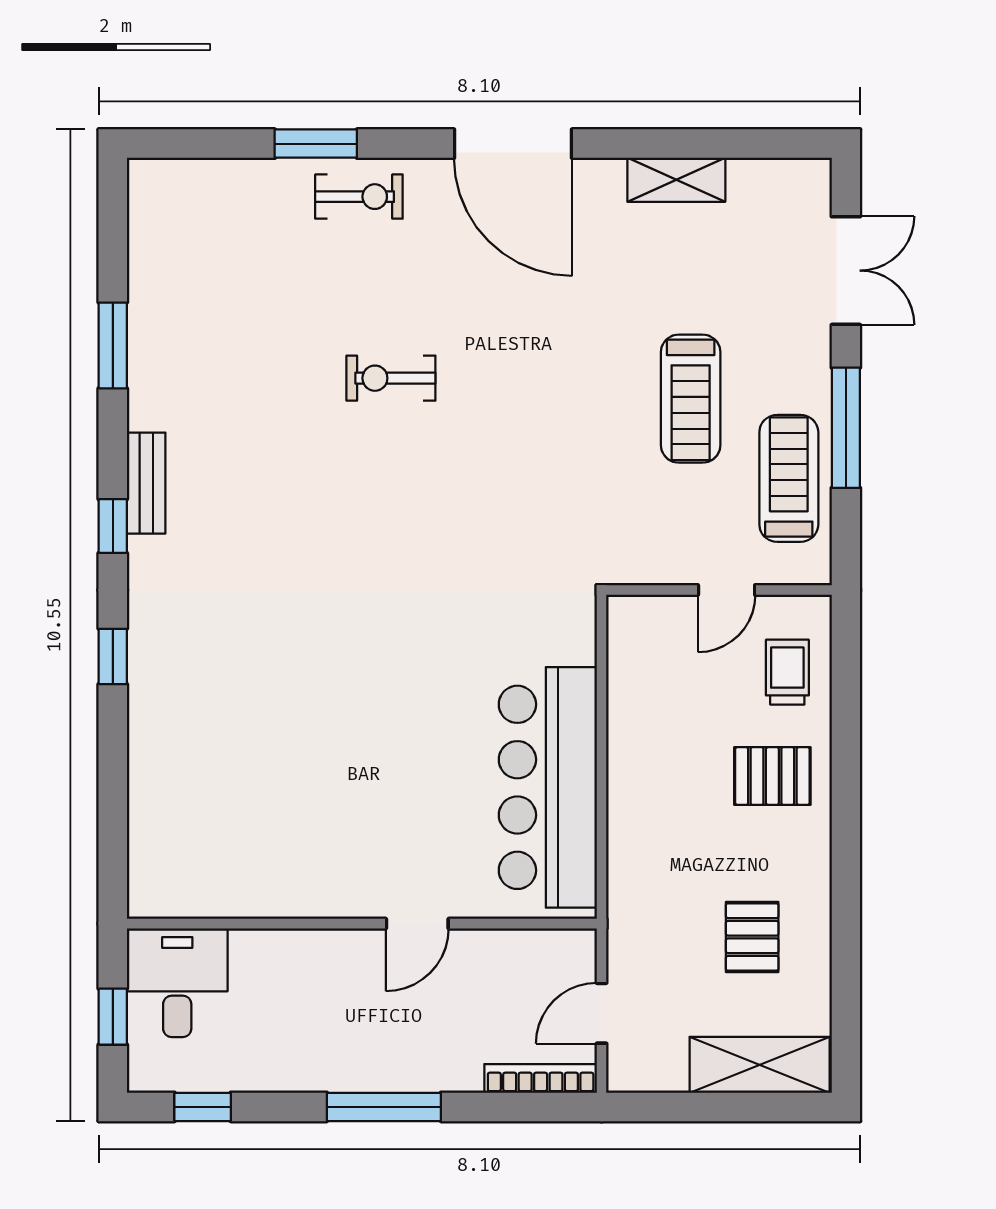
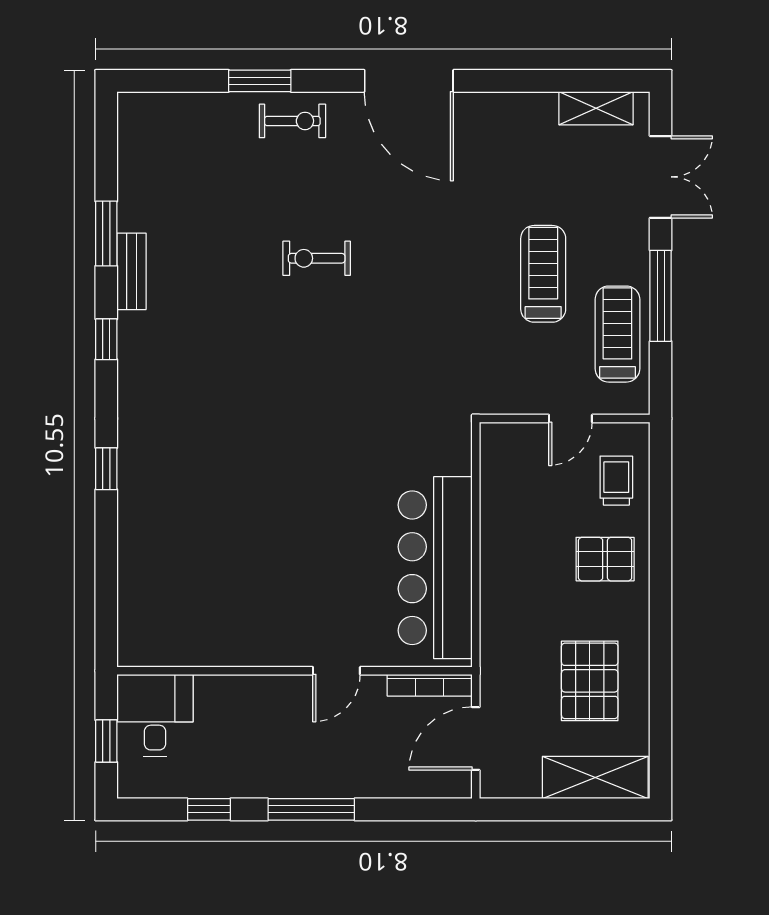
shelving: (676, 180) -> (596, 108), moved
treadmill: (691, 399) -> (543, 274), turned 180
bench: (146, 483) -> (131, 271), moved
window: (113, 526) -> (106, 339), moved
pallet: (752, 937) -> (590, 681), width x1.50, depth x1.42
door: (601, 1013) -> (476, 739), width x1.38
bookcase: (541, 1078) -> (430, 685), moved, turned 180
window: (203, 1107) -> (209, 809), moved

